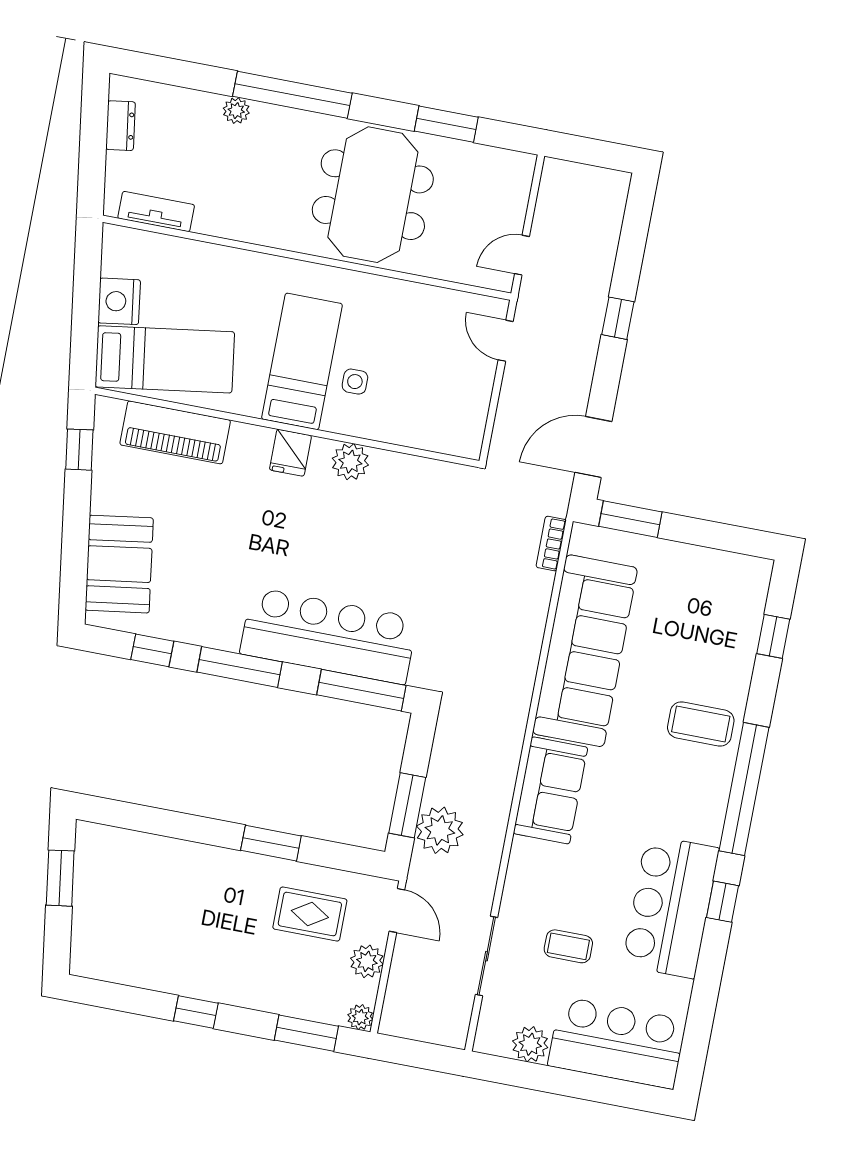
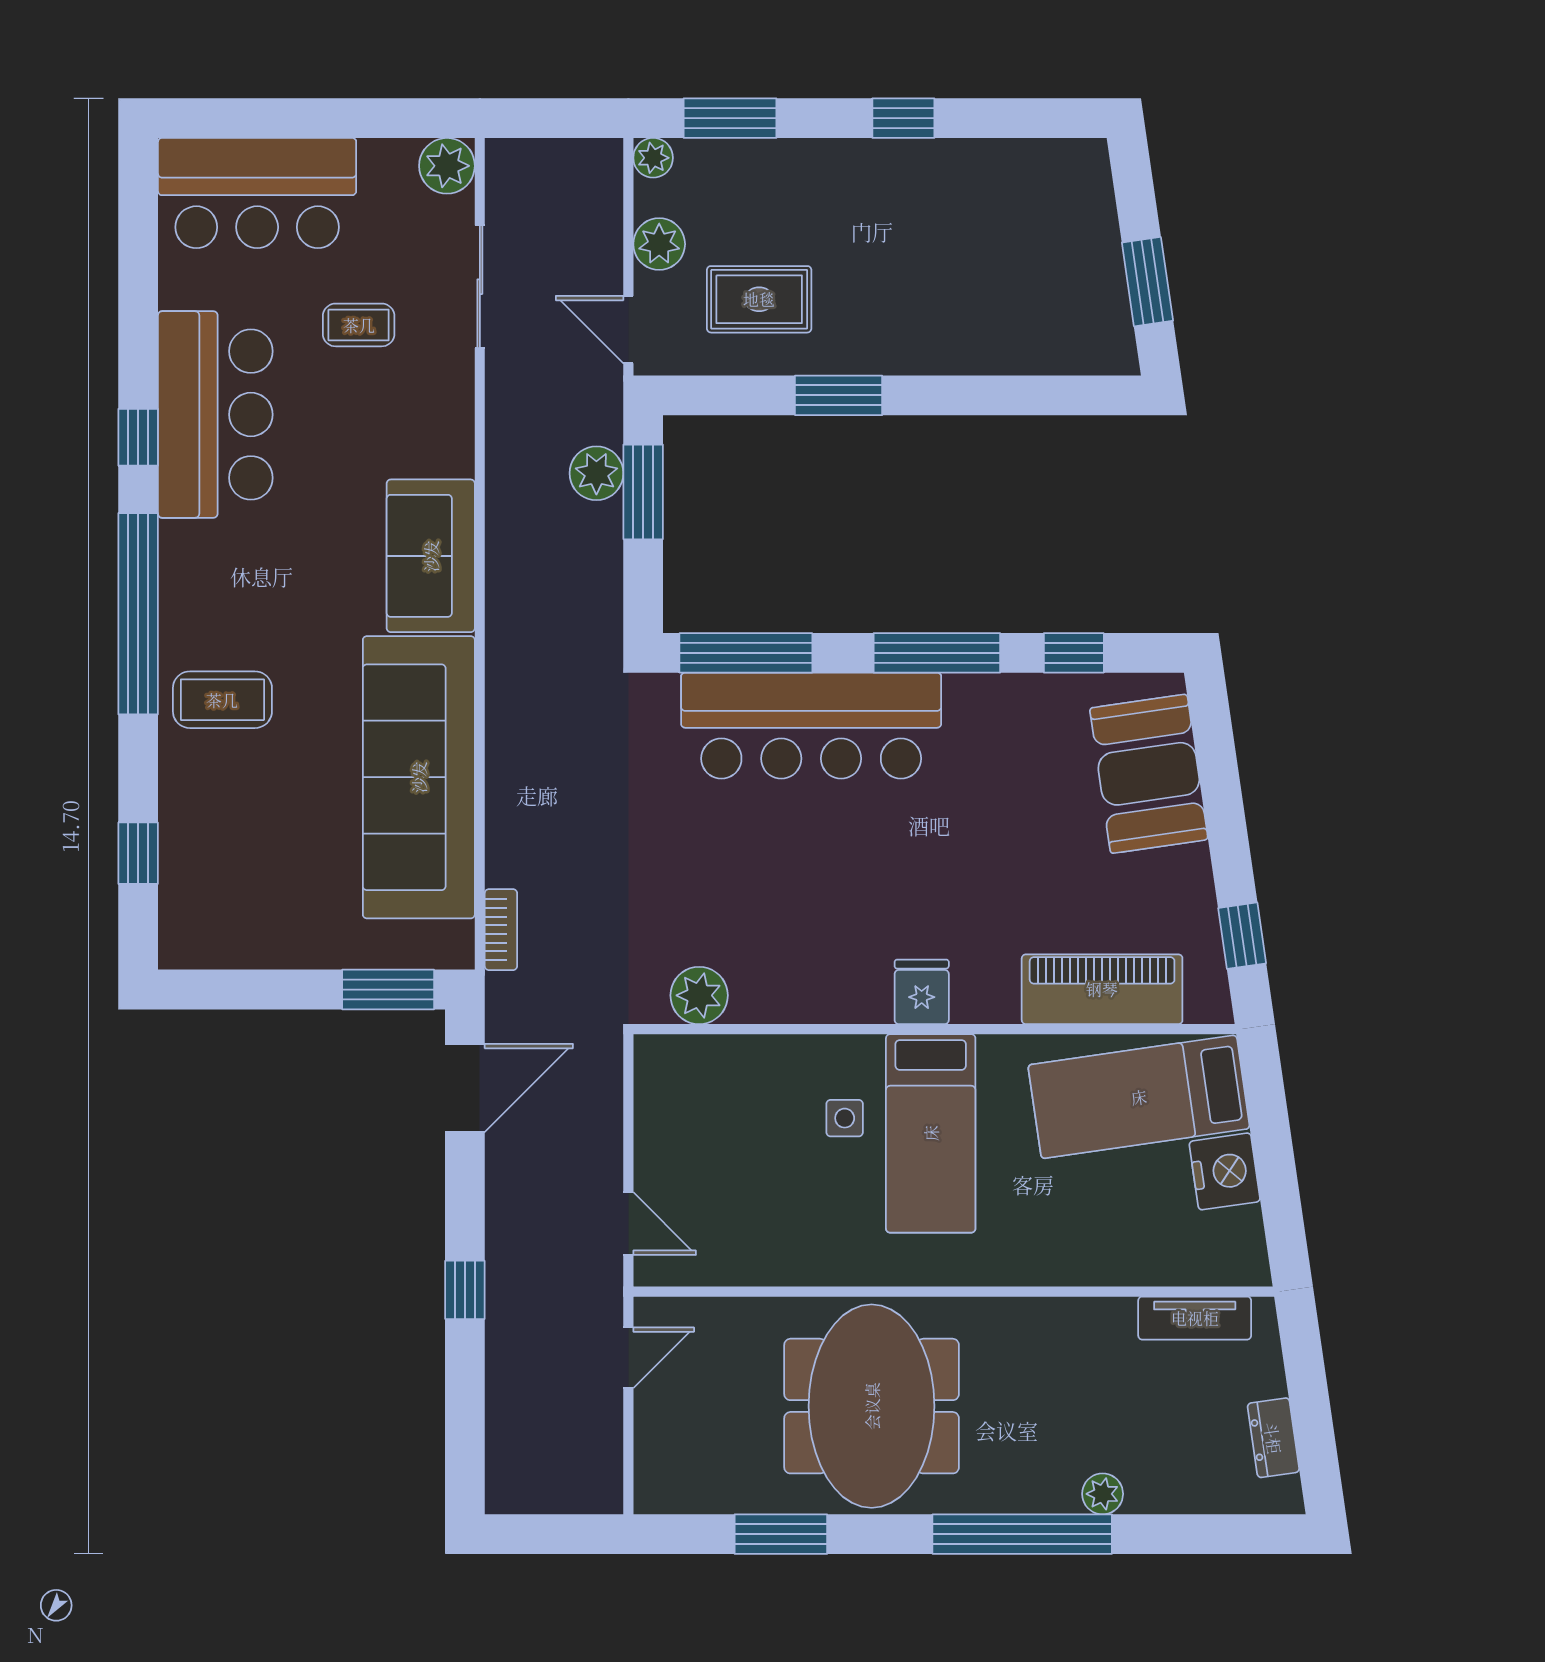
plant: (350, 462) -> (699, 995), moved
plant: (440, 830) -> (596, 473), width x0.73, depth x0.73
plant: (530, 1044) -> (447, 166), moved

